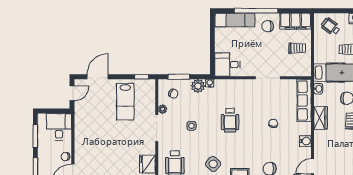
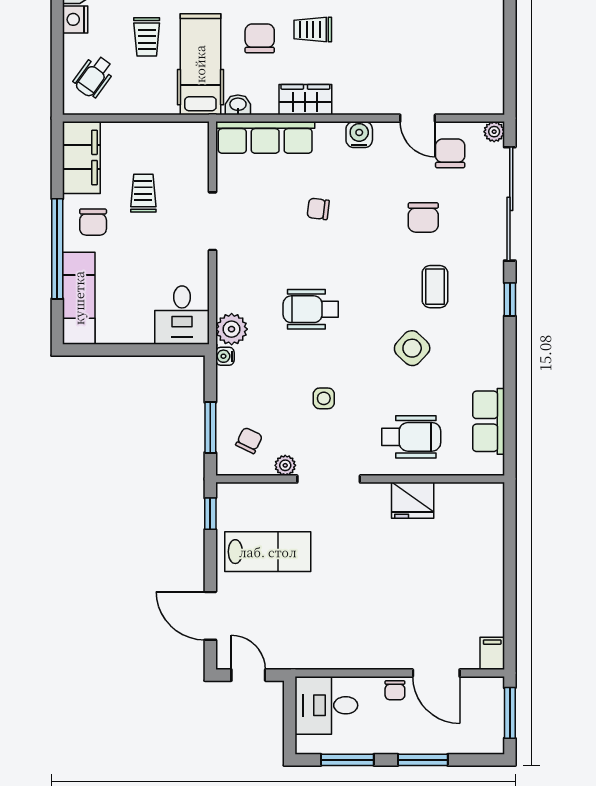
trolley: (297, 48) -> (143, 193), moved
plant: (198, 86) -> (232, 329), moved
wheelchair: (230, 120) -> (311, 309), turned 180

